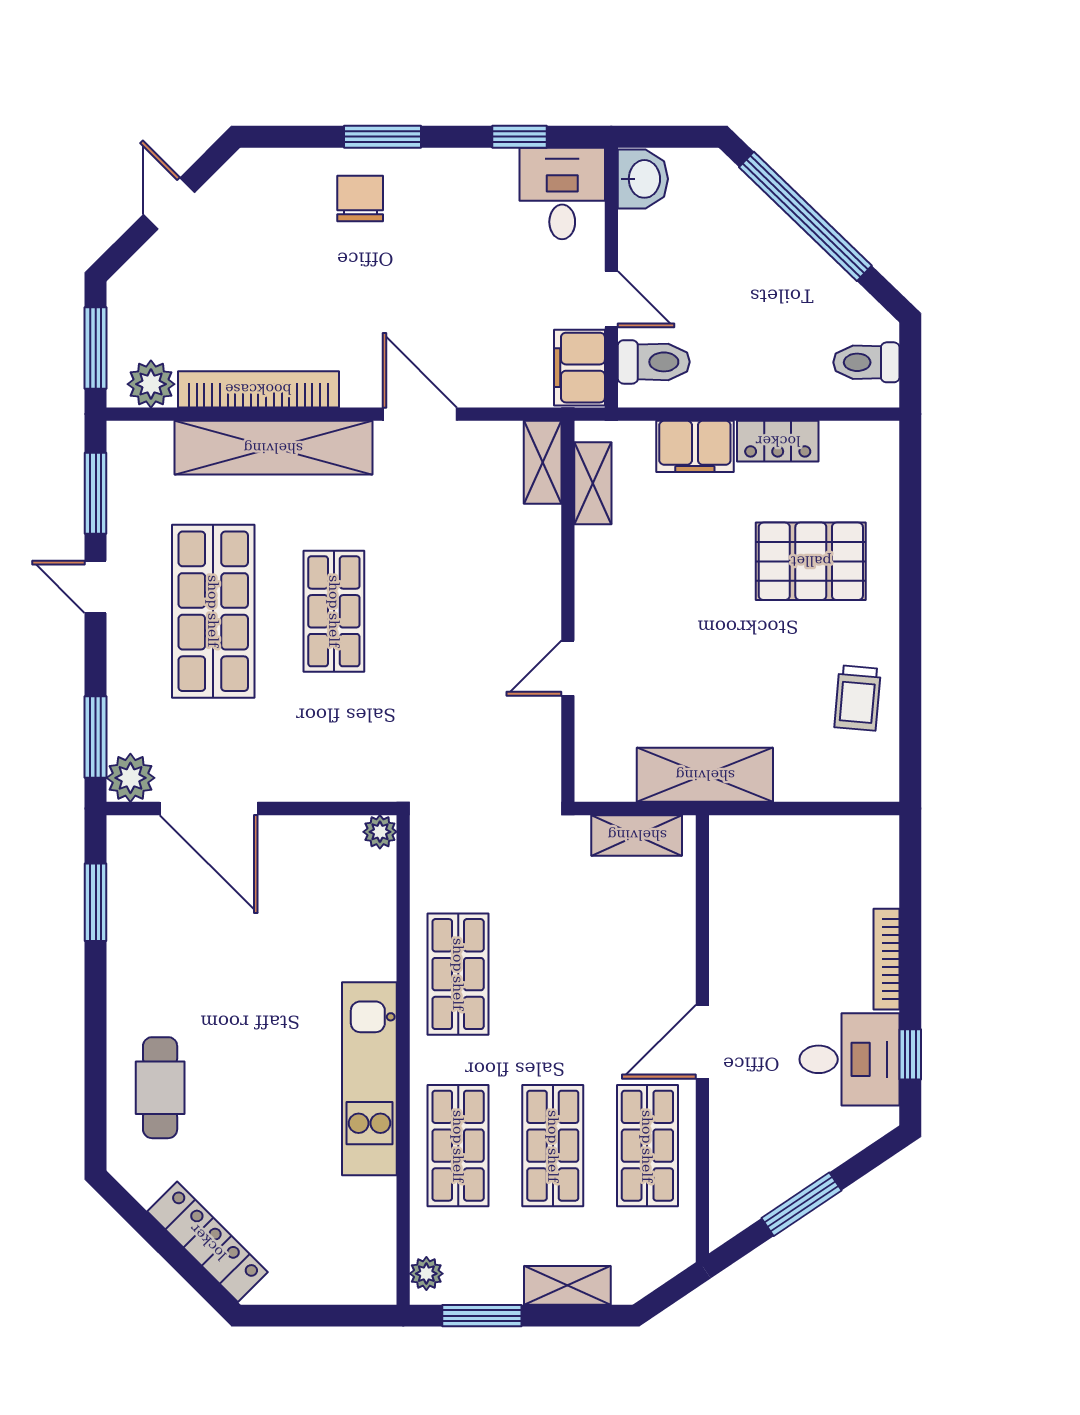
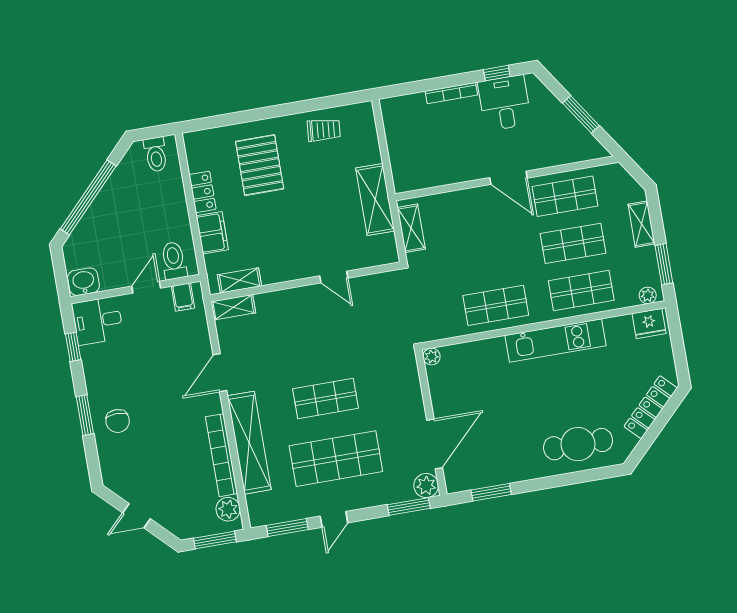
chair: (360, 199) -> (118, 421), turned -90
filing cabinet: (579, 368) -> (183, 297), width x0.50
cafe table: (160, 1088) -> (578, 444), width x1.37, depth x1.35
fridge: (371, 1267) -> (649, 323), added

